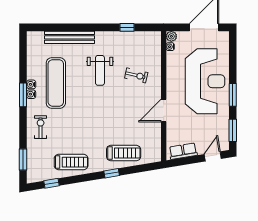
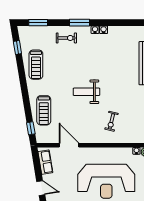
weight bench: (100, 70) -> (86, 92), moved
exercise mat: (56, 83) -> (105, 51), removed
window: (23, 95) -> (80, 23), moved
door: (164, 110) -> (69, 145), moved
window: (112, 173) -> (31, 128), moved

